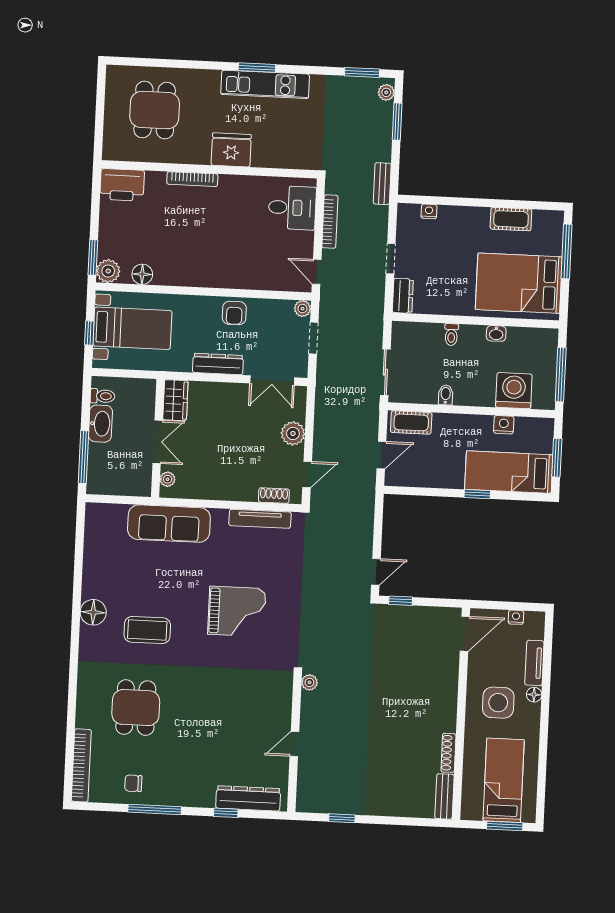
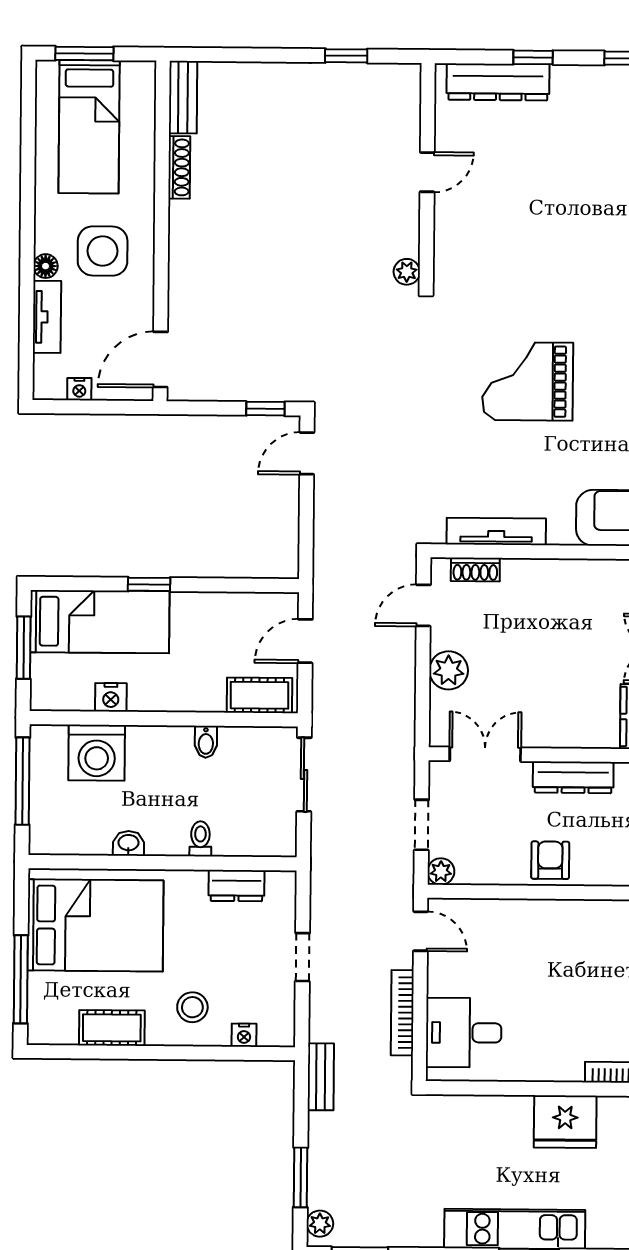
stool: (460, 230) -> (192, 1007), added
dresser: (403, 296) -> (237, 886), moved, turned -90

